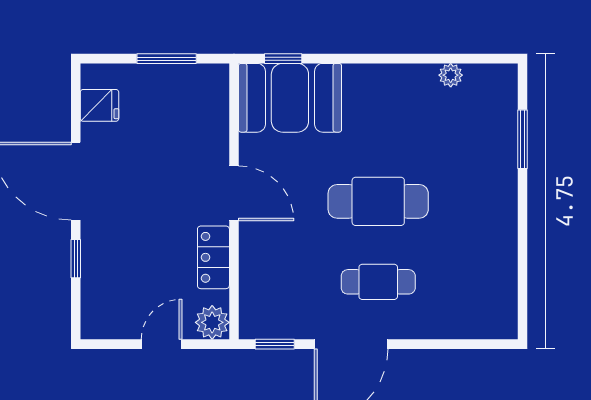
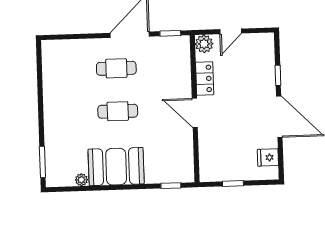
window: (167, 59) -> (233, 184), width x0.67
booth: (290, 98) -> (116, 167), moved
window: (522, 139) -> (42, 162), moved
cafe table: (378, 201) -> (118, 111), width x0.73, depth x0.74

